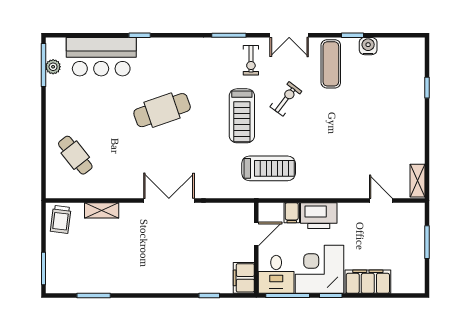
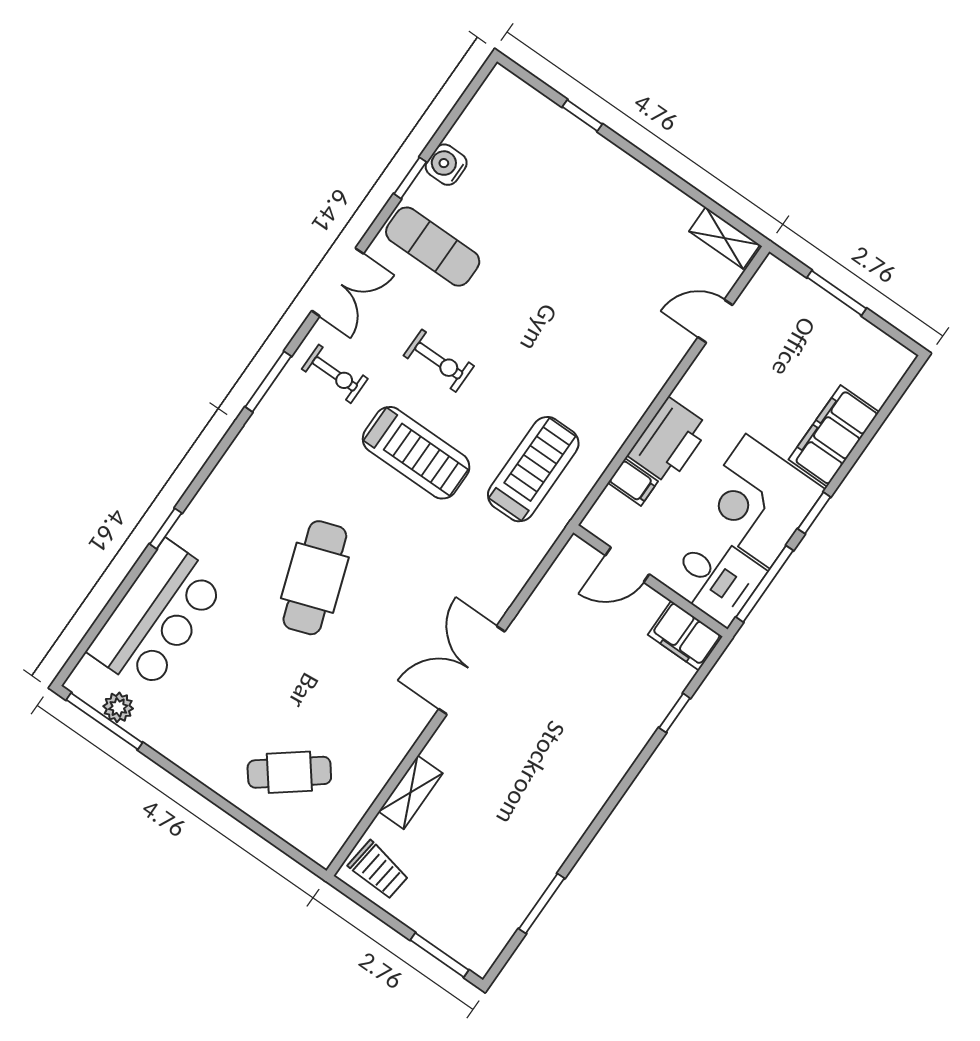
exercise bike: (286, 99) -> (439, 361), turned 143
door: (256, 234) -> (627, 565), swing flipped

